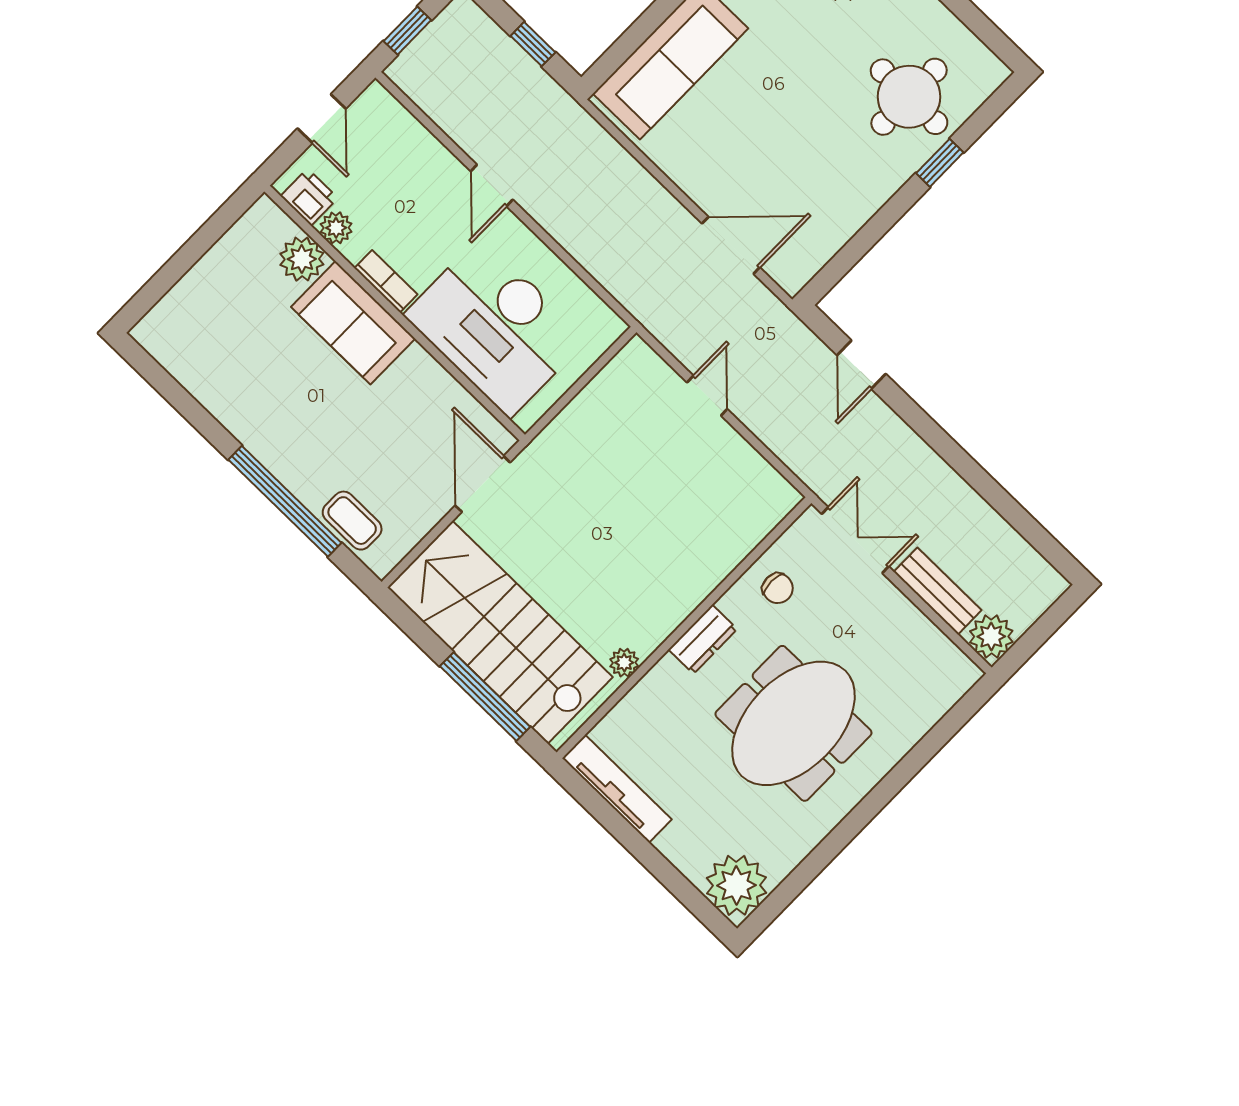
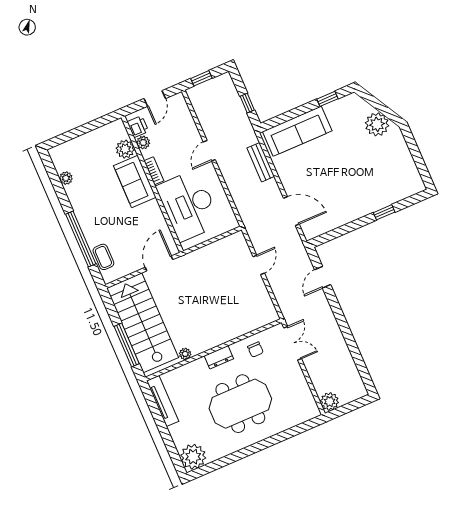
round table: (909, 97) -> (383, 182), removed
plant: (196, 378) -> (66, 178), added
bench: (938, 591) -> (261, 162), moved

